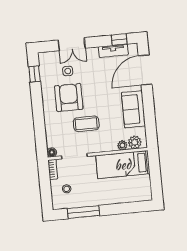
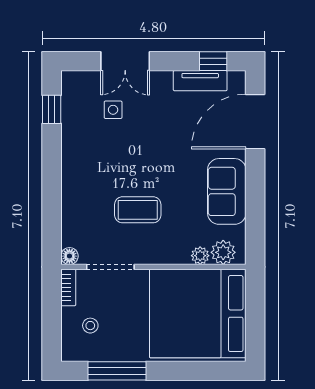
armchair: (69, 97) -> (110, 158), removed
bed: (123, 165) -> (198, 314), width x2.04

